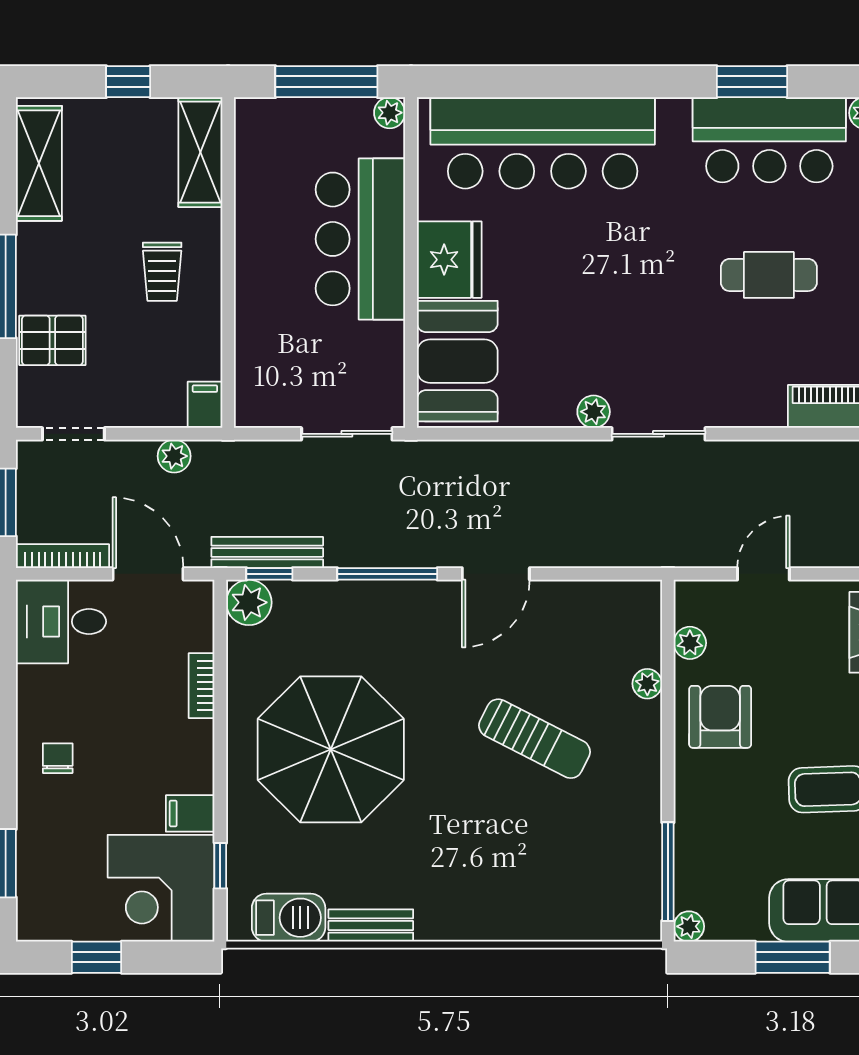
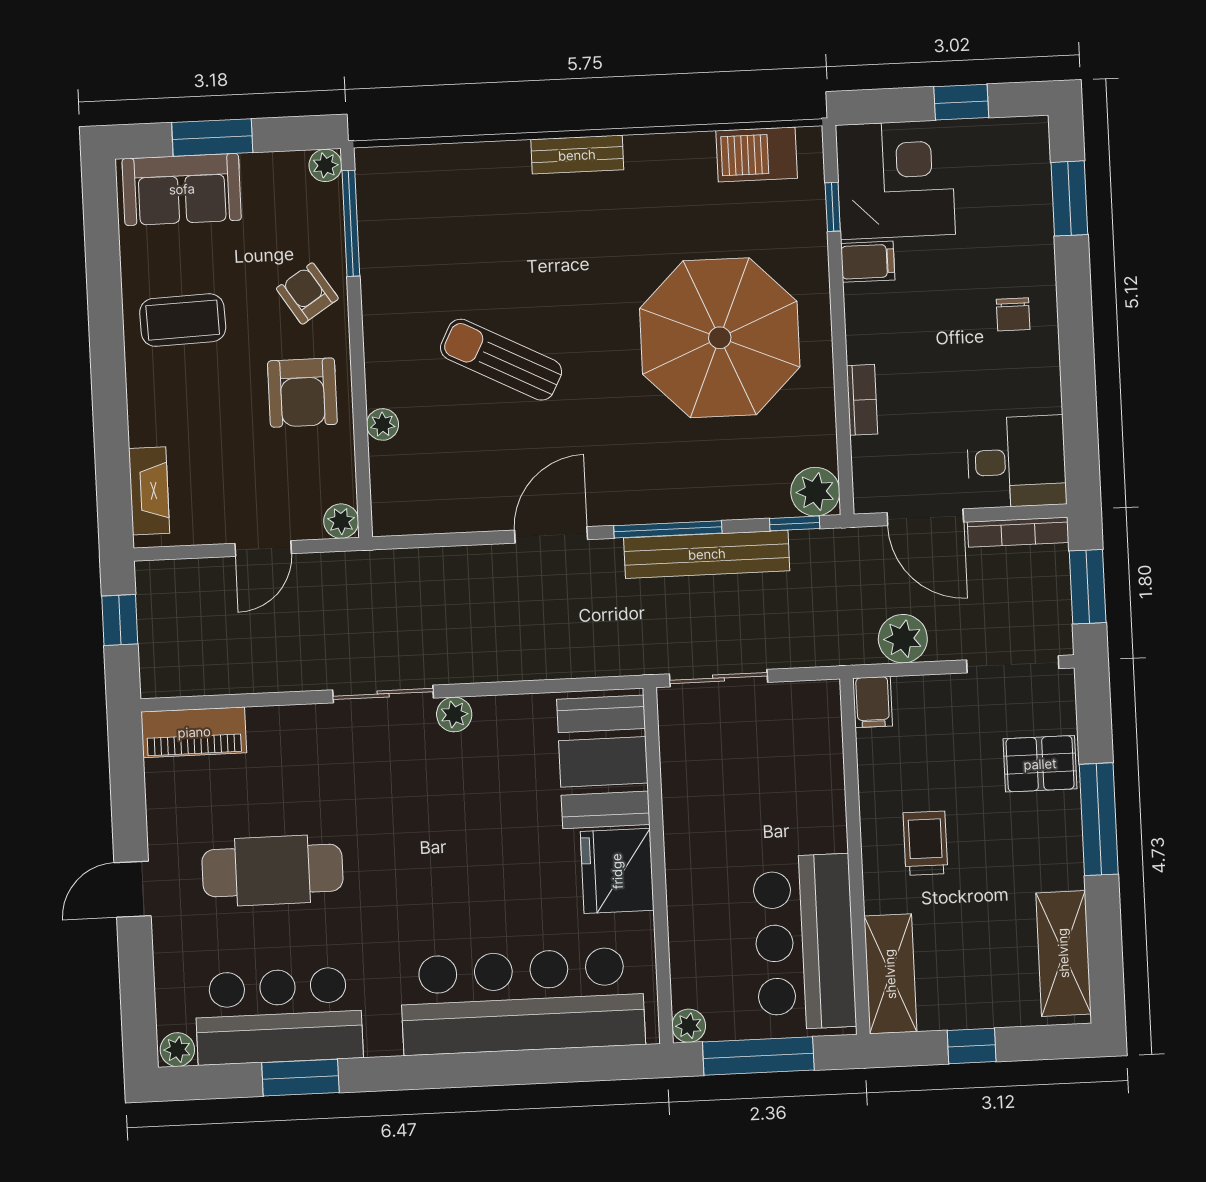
bar counter: (360, 239) -> (804, 942), moved, turned 180
cafe table: (769, 275) -> (272, 870), width x1.37, depth x1.35
doorway: (73, 434) -> (1013, 664), width x1.38
plant: (174, 456) -> (903, 639), width x1.38, depth x1.38
bench: (267, 552) -> (707, 554), moved, width x1.37, depth x1.21
plant: (690, 643) -> (341, 521), moved
armchair: (711, 808) -> (307, 293), added
bench: (371, 925) -> (577, 155), moved

